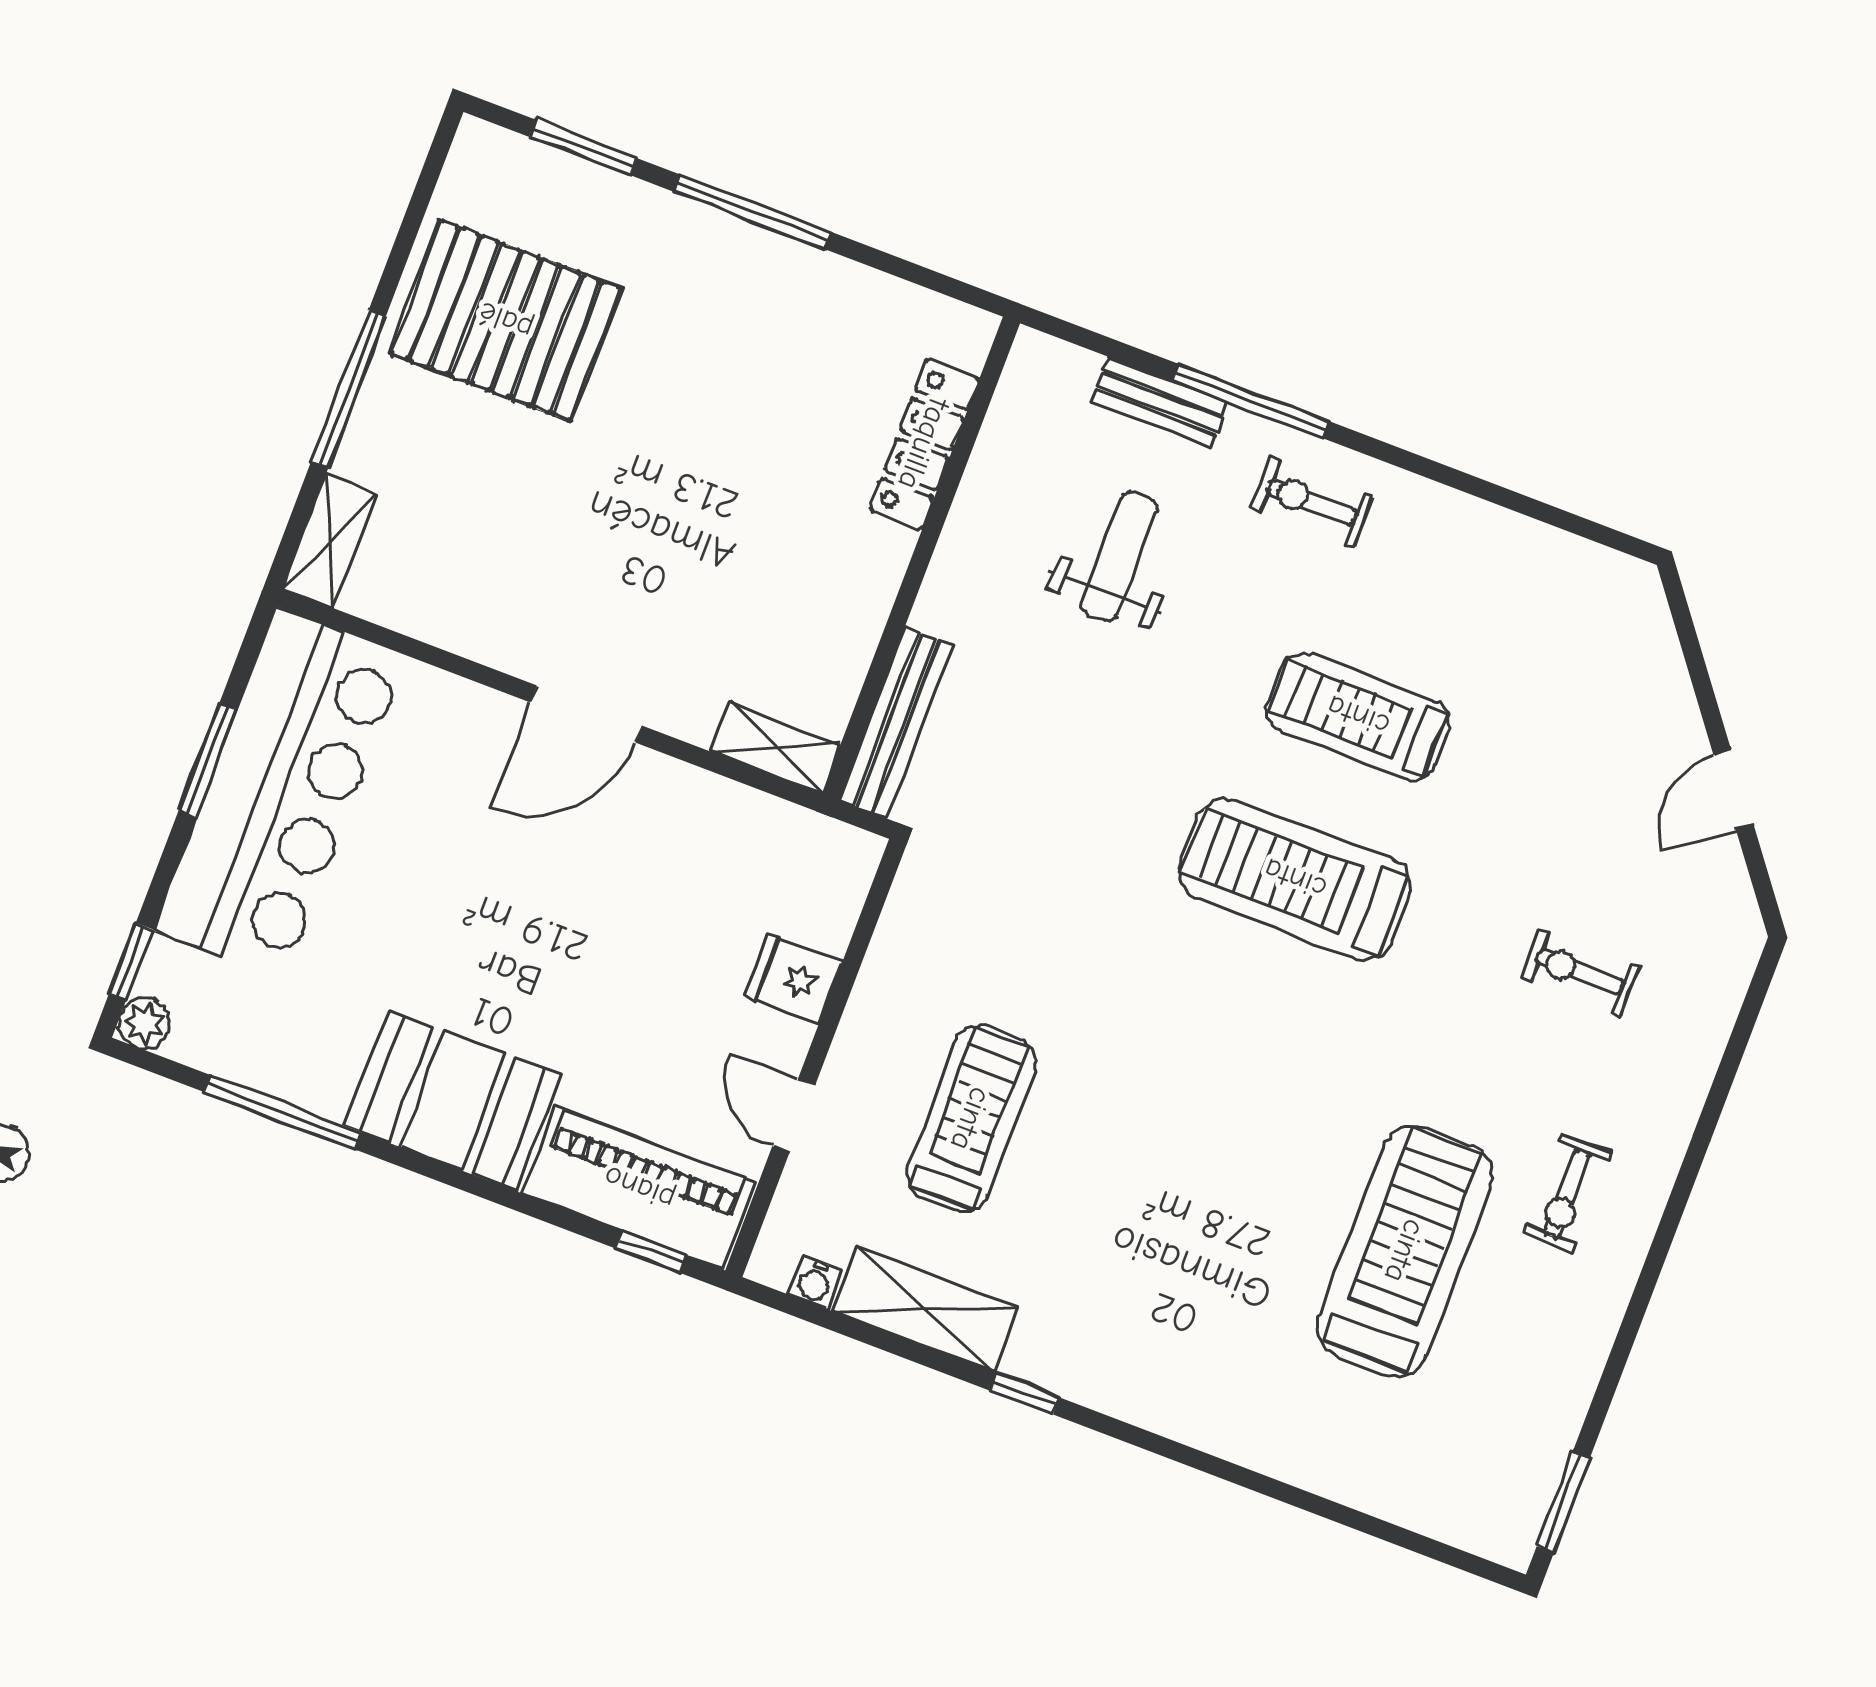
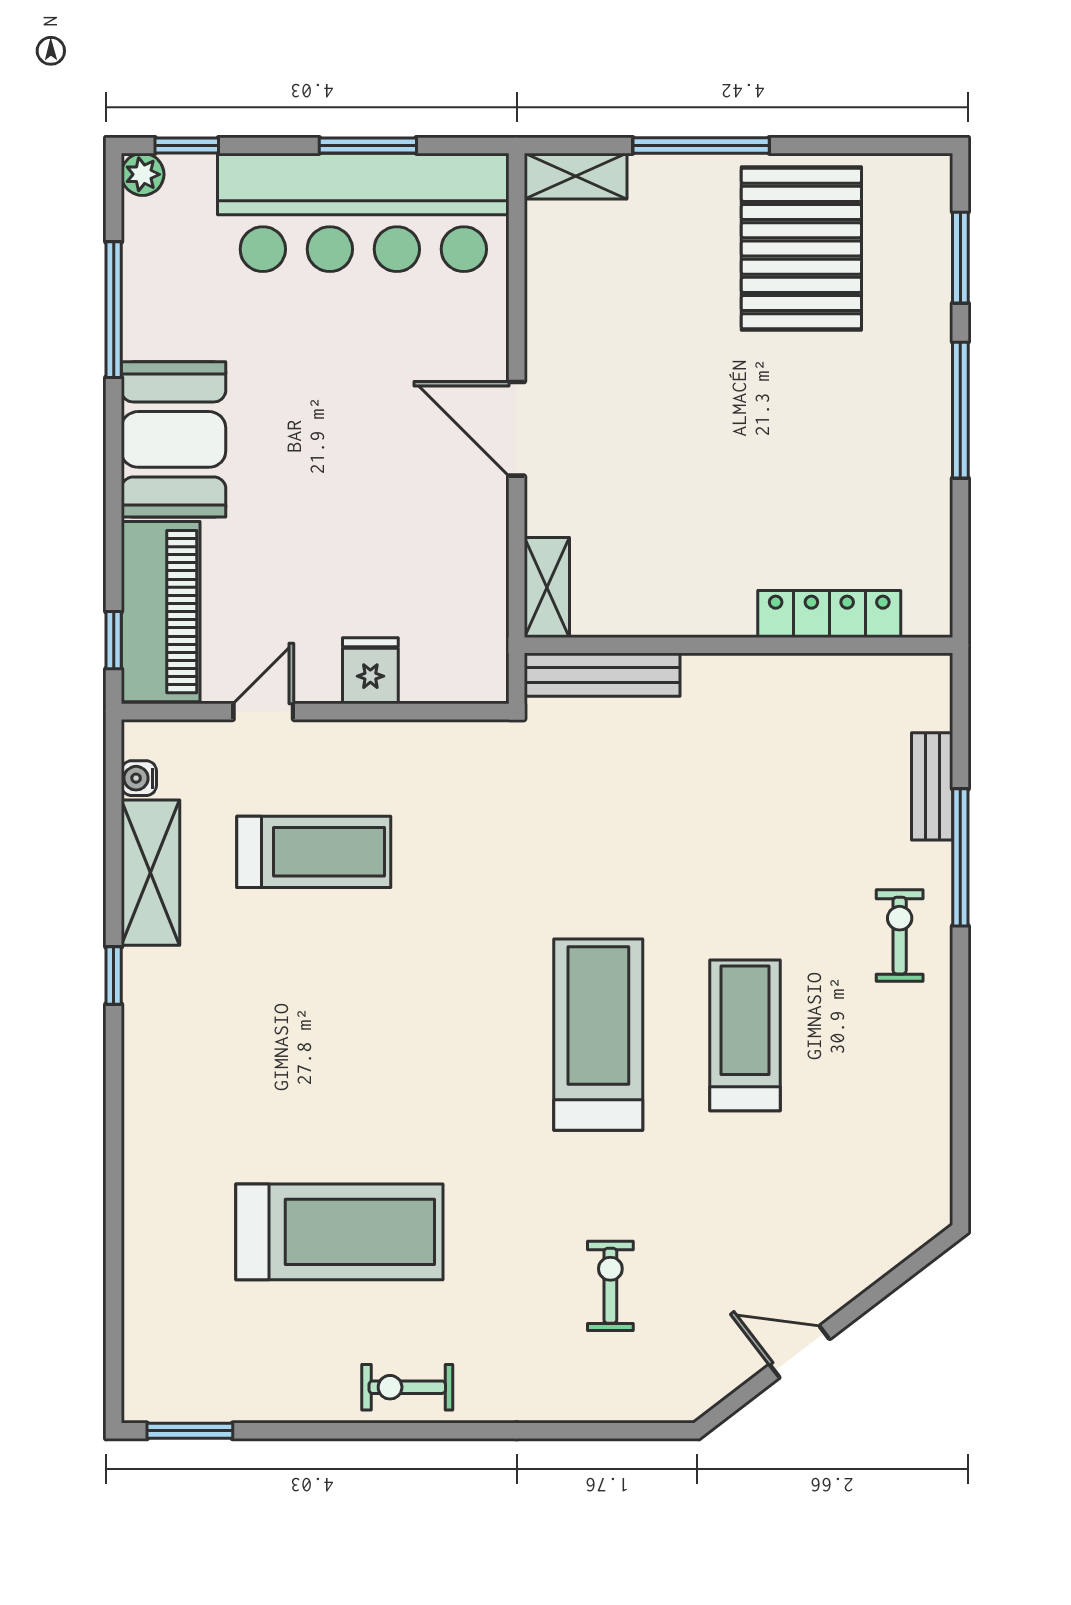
weight bench: (1119, 556) -> (799, 800), removed
exercise bike: (1567, 1193) -> (407, 1387), moved

